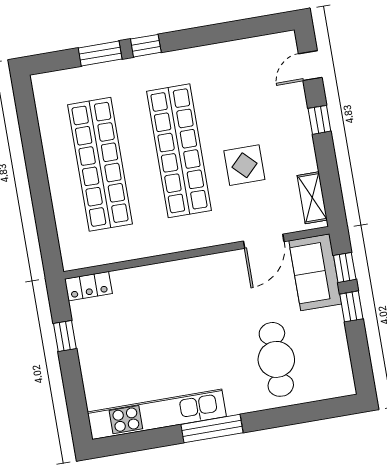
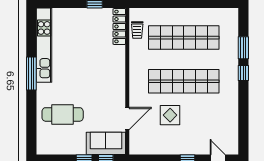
shelving: (312, 198) -> (146, 149), removed
door: (264, 241) -> (127, 119), swing flipped
trolley: (101, 251) -> (137, 30), added
locker: (88, 286) -> (119, 26), width x1.53

